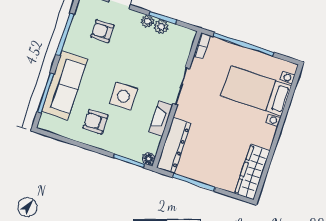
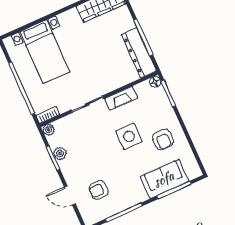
plant: (147, 21) -> (49, 130), moved
armchair: (102, 31) -> (99, 190), turned 90
sofa: (65, 85) -> (164, 179), width x0.73
dresser: (174, 145) -> (139, 53), moved, turned -90

